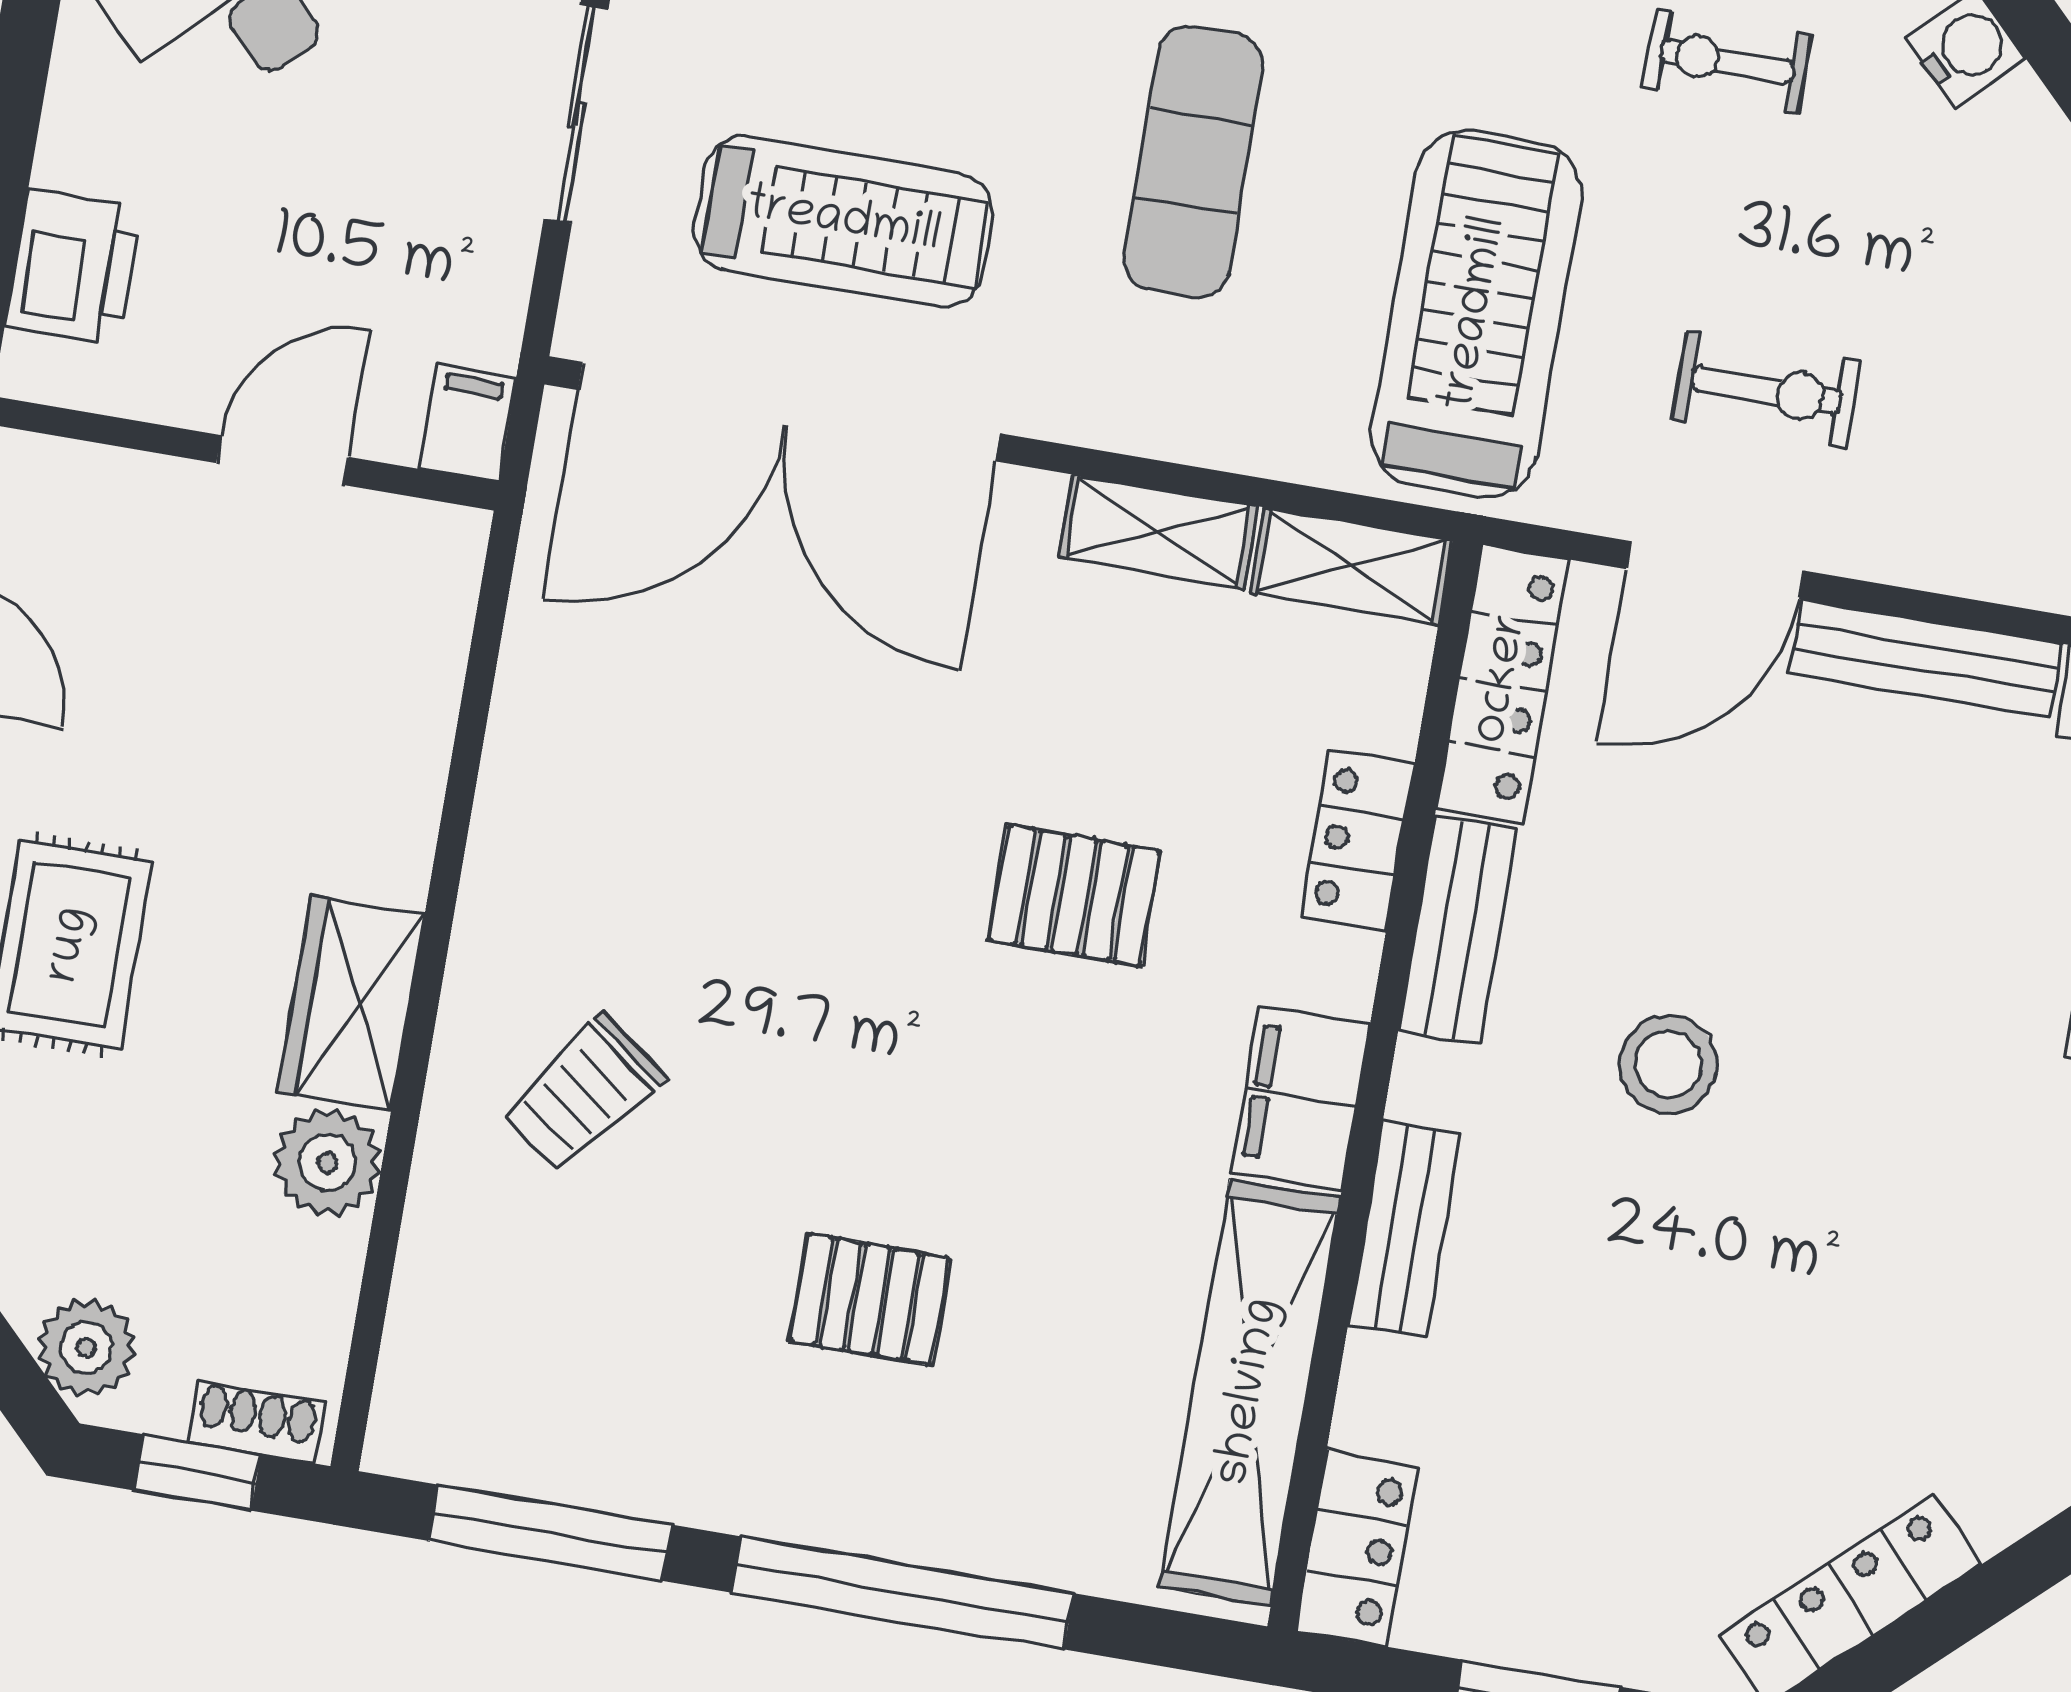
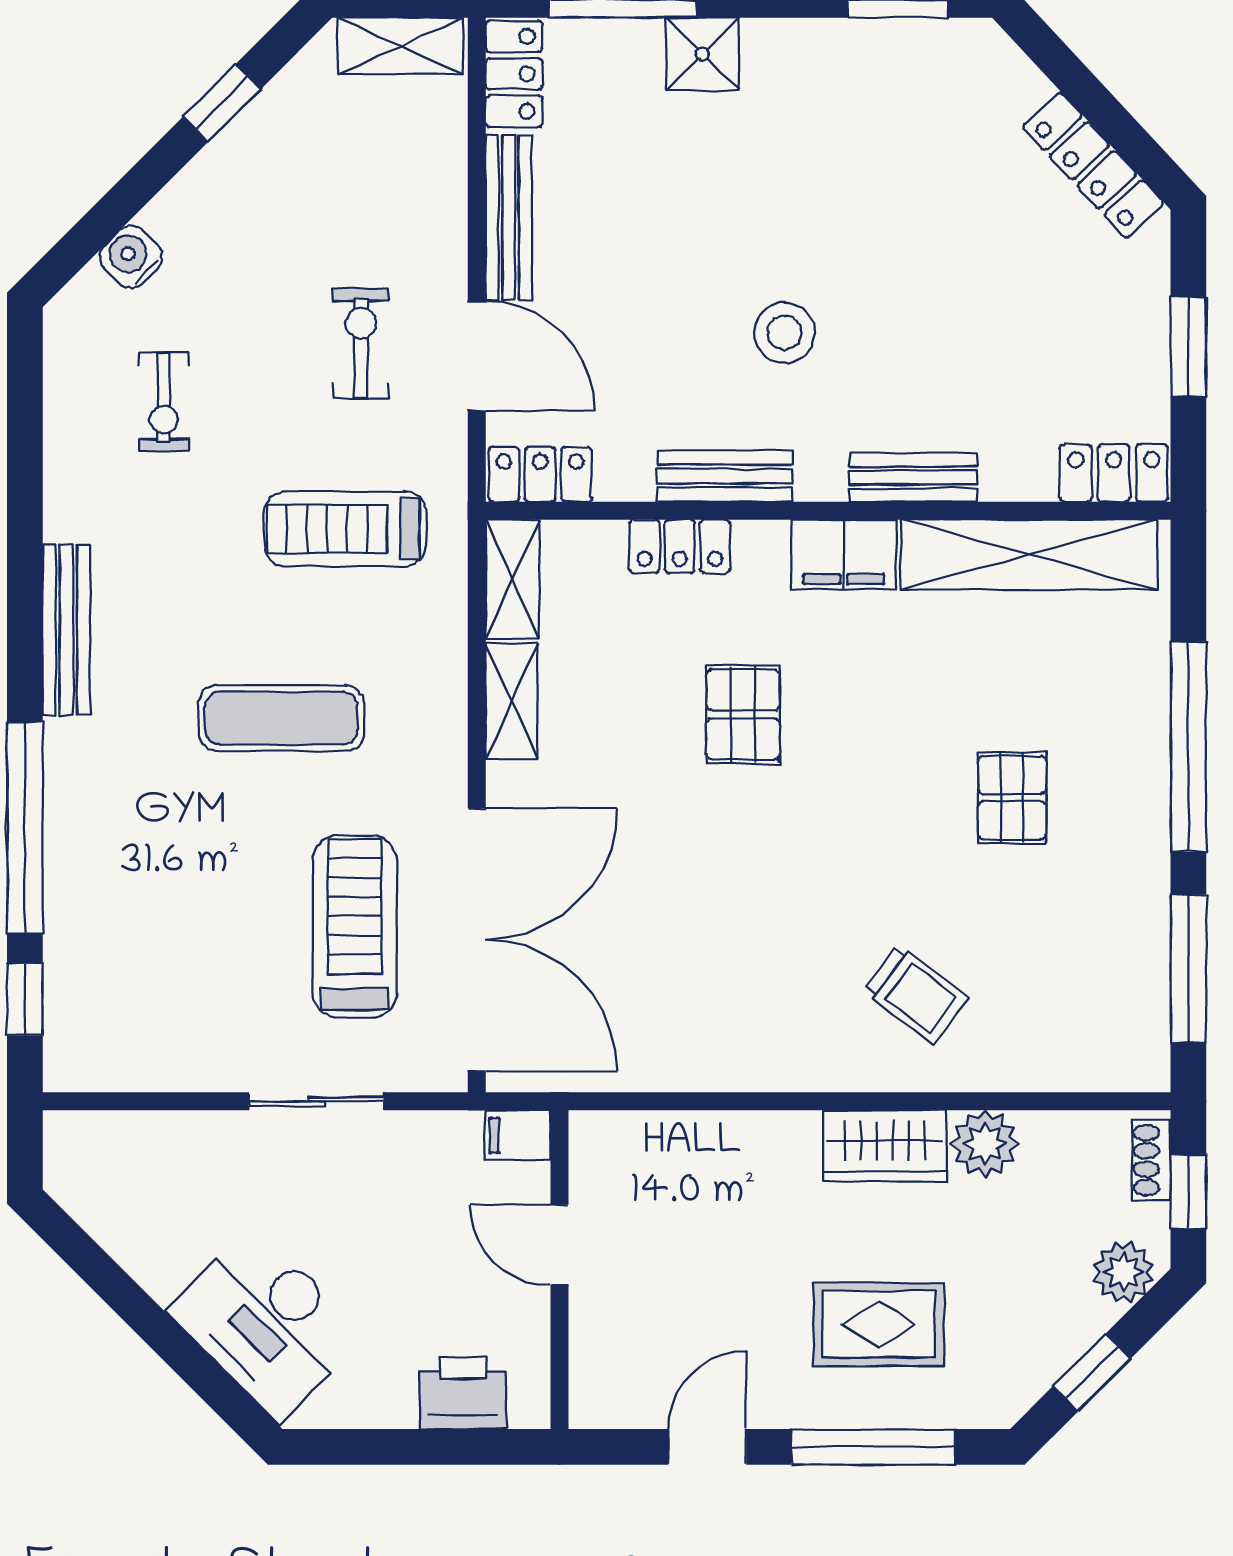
treadmill: (1476, 314) -> (345, 529), width x0.73, depth x0.73
locker: (1502, 684) -> (540, 474), width x0.66

